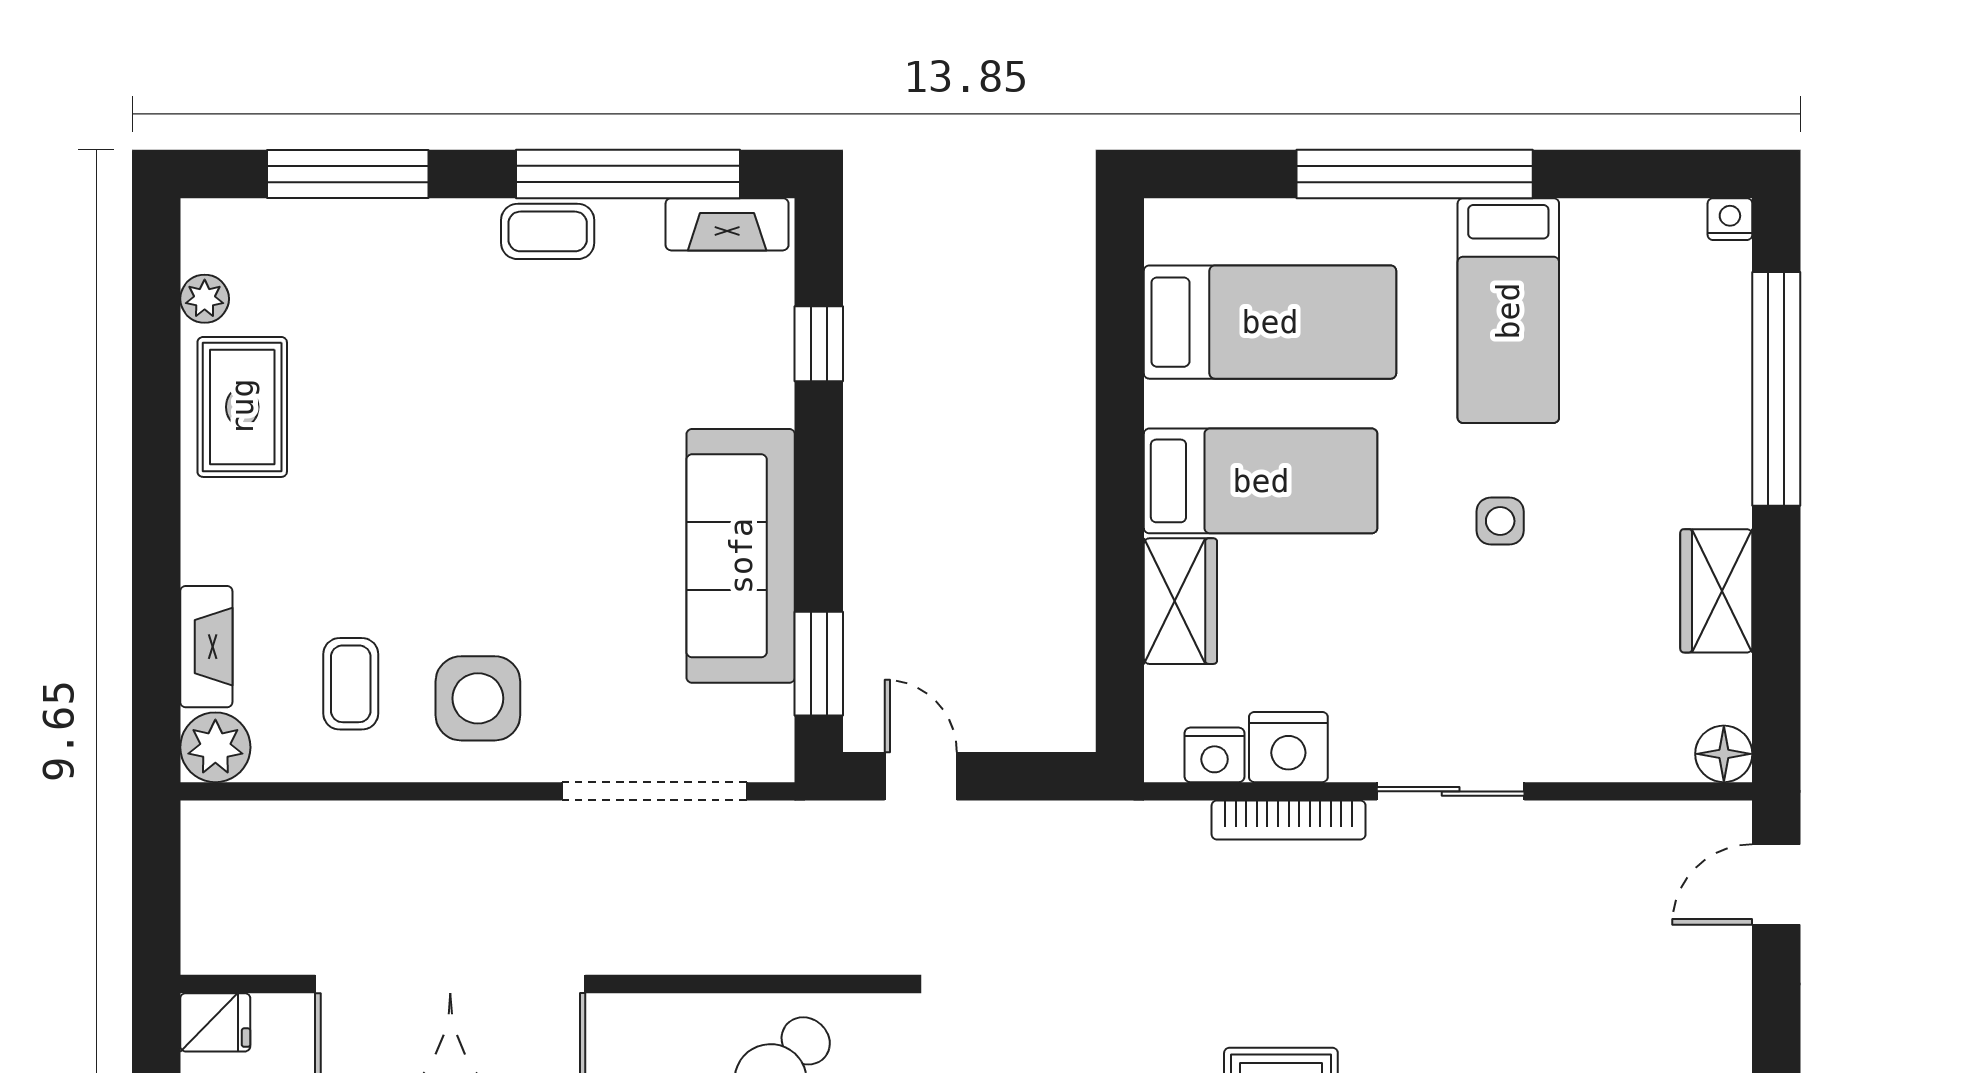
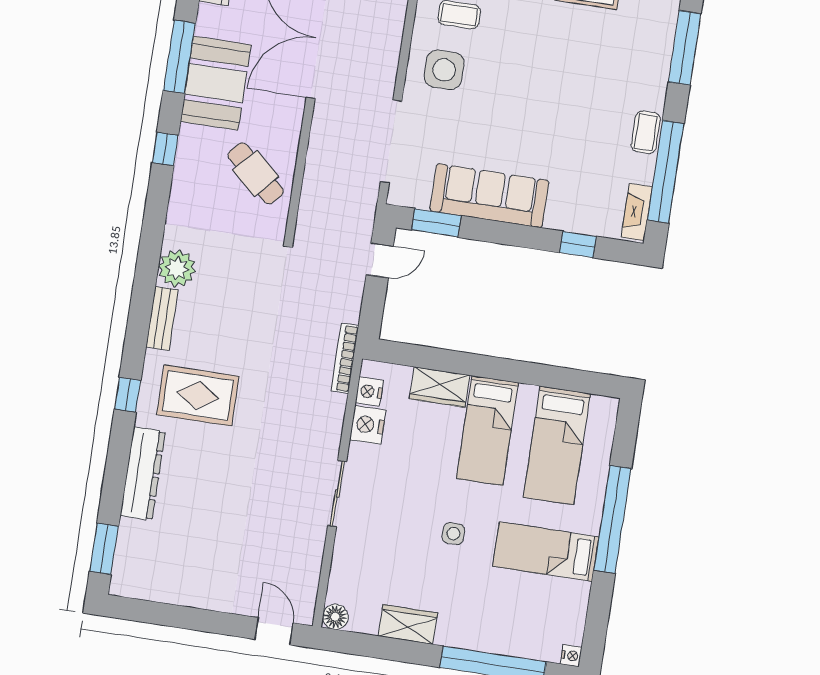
bookcase: (1289, 820) -> (345, 358), moved

